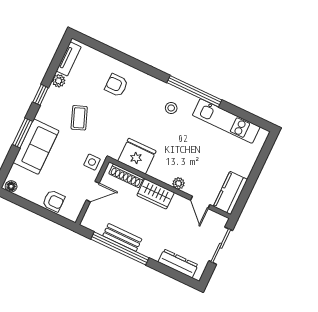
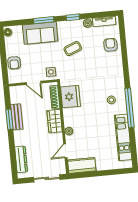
armchair: (116, 85) -> (110, 45), moved
window: (120, 248) -> (9, 119), width x0.47

